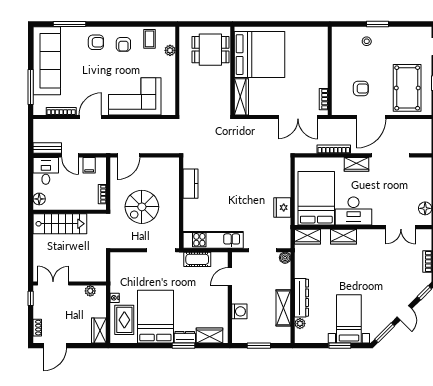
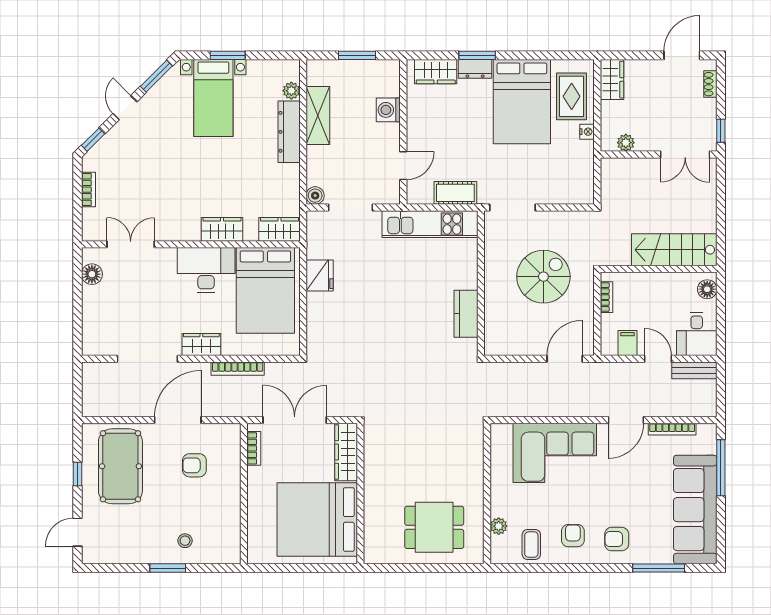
bed: (259, 55) -> (317, 519), moved
wall: (232, 71) -> (360, 494), moved
wardrobe: (241, 97) -> (346, 452), moved

